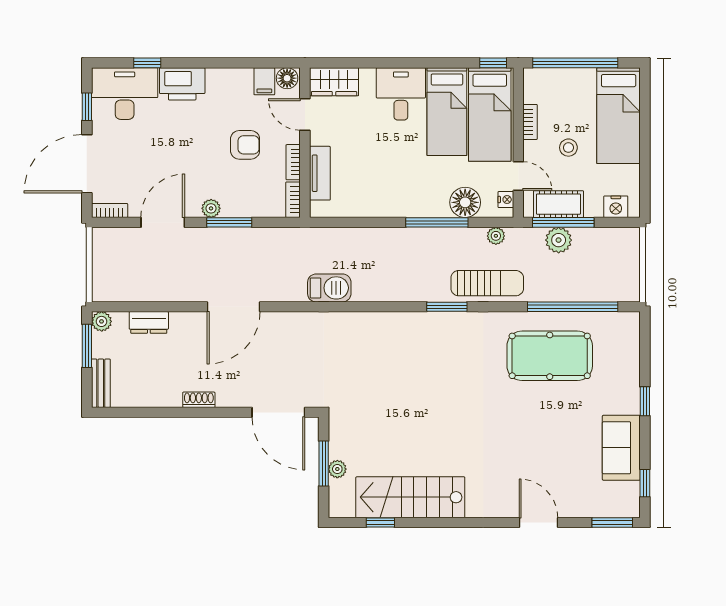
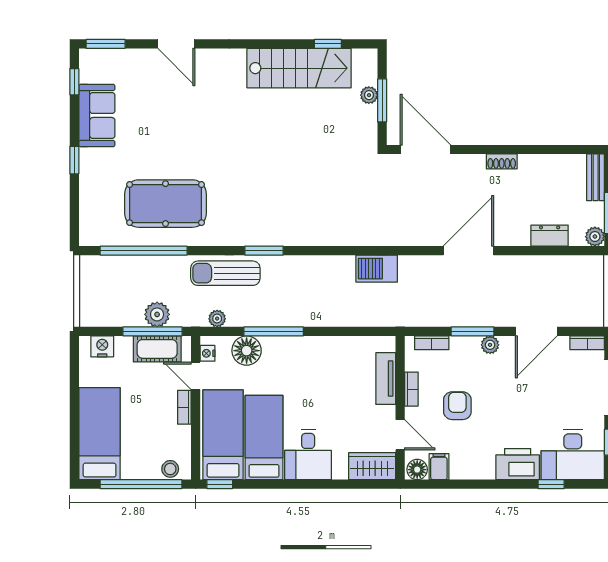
bookcase: (530, 122) -> (184, 407), moved
armchair: (245, 145) -> (457, 406), turned 90
stool: (568, 148) -> (170, 469), moved
bookcase: (293, 200) -> (432, 343), moved, turned 90

